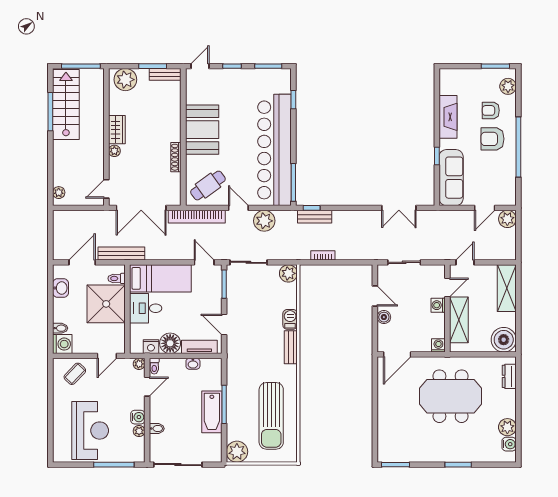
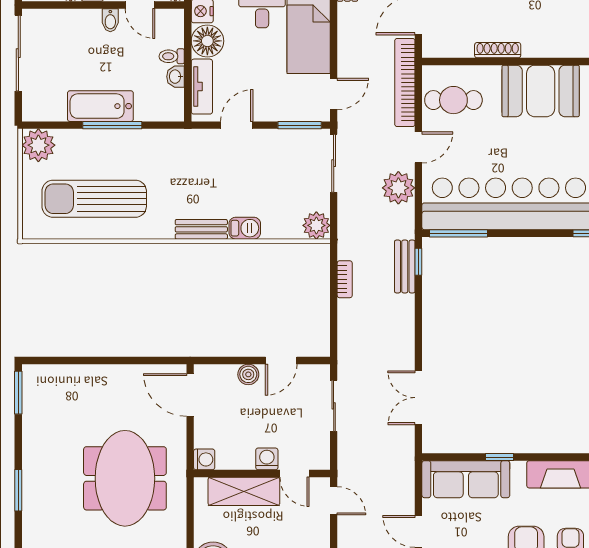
cafe table: (208, 186) -> (453, 100), turned -54
toilet: (154, 366) -> (172, 56), moved
bidet: (157, 429) -> (110, 20), moved

